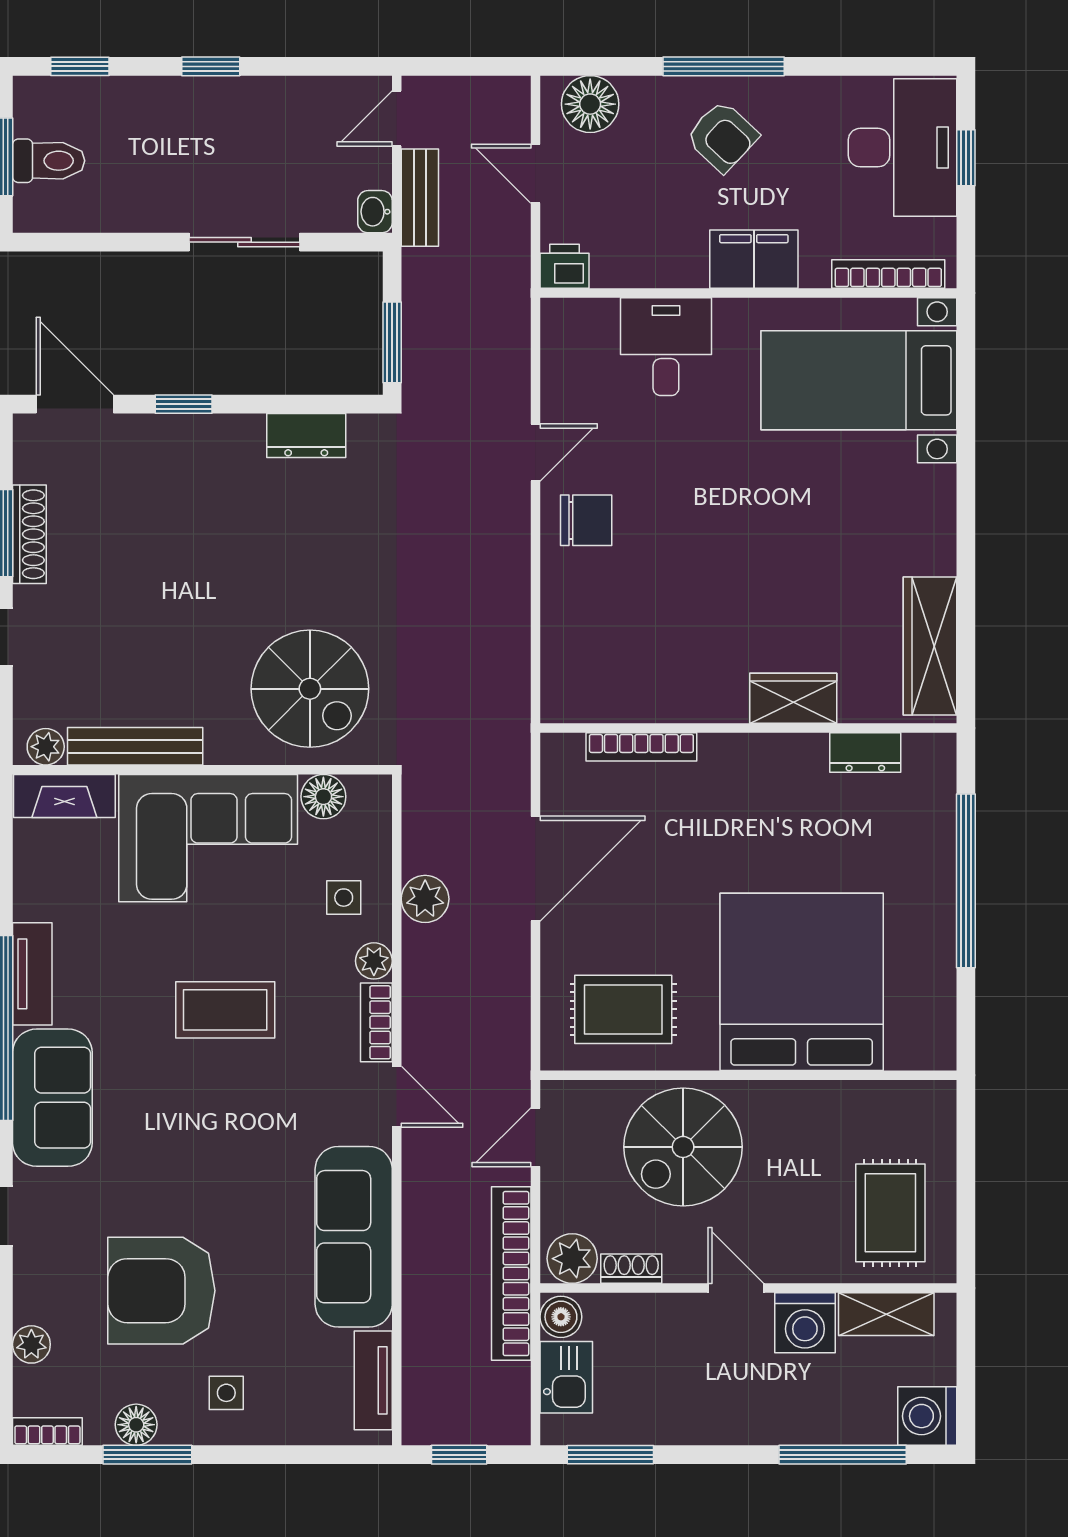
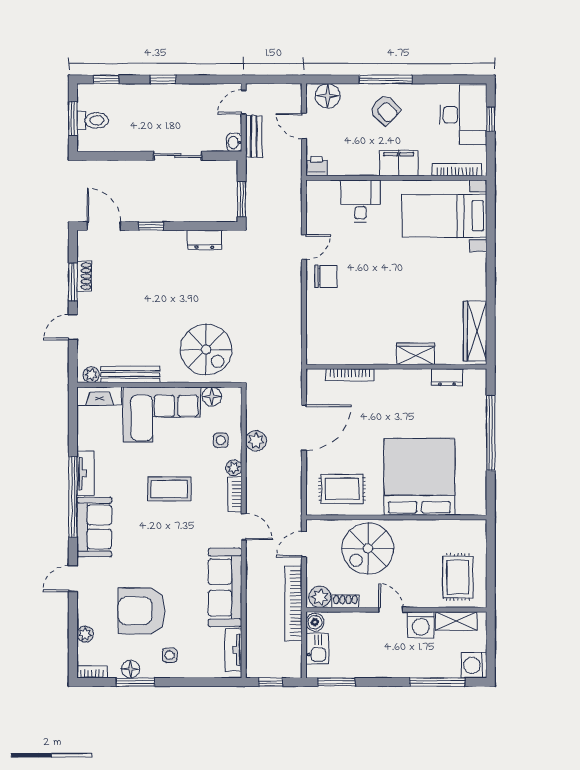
shoe rack: (29, 534) -> (84, 276), width x0.70

